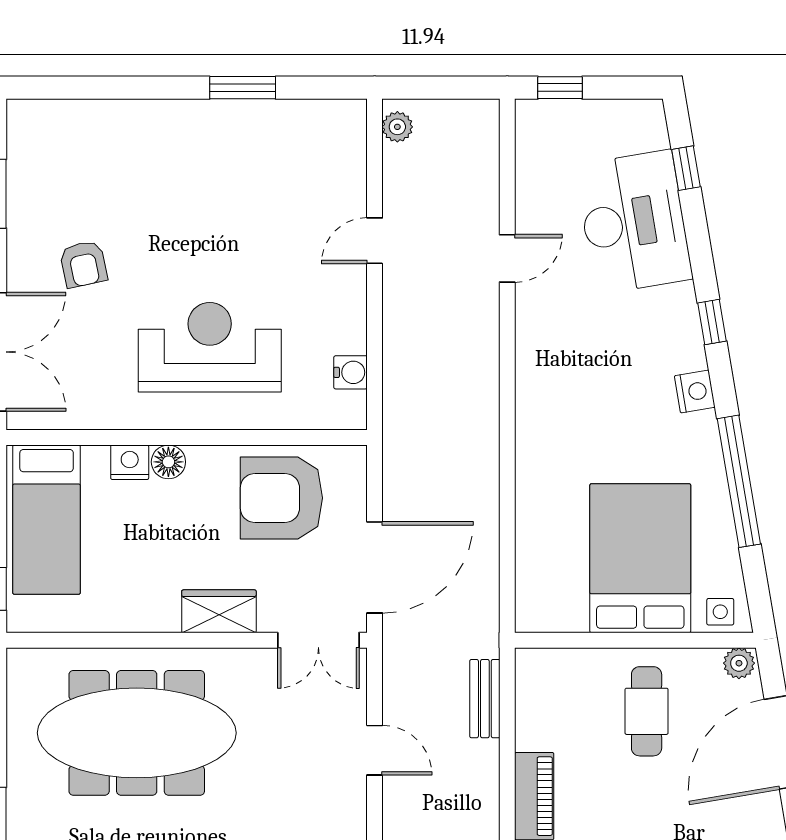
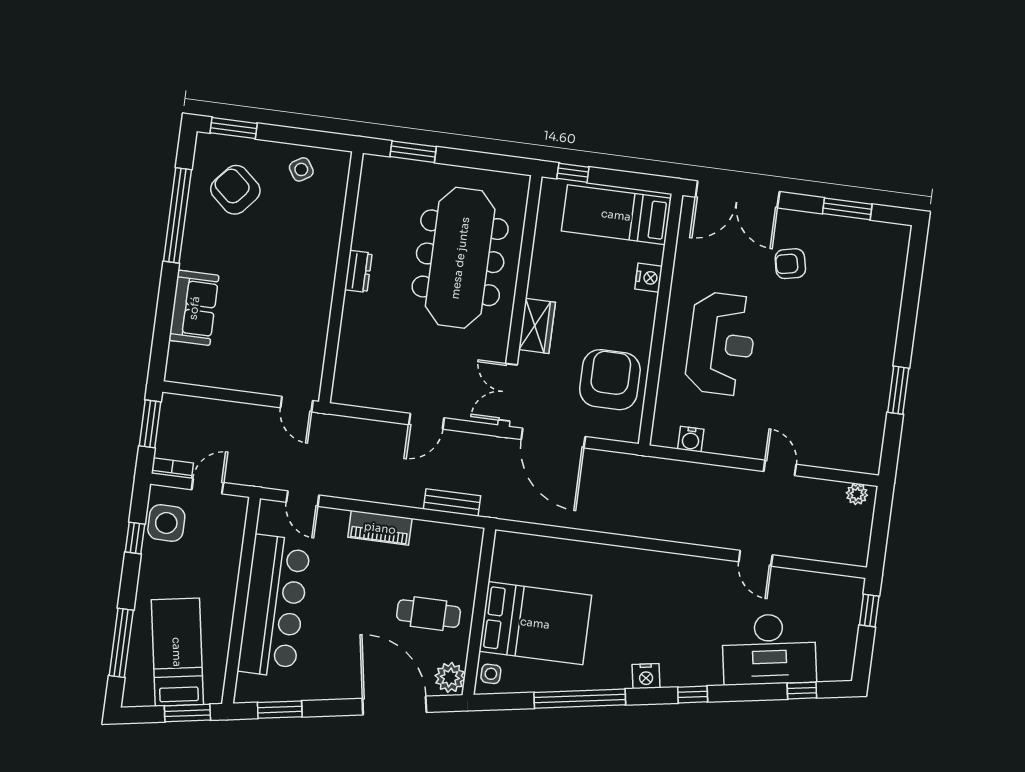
floor lamp: (168, 462) -> (645, 305), removed
plant: (739, 663) -> (450, 677), width x1.38, depth x1.38

